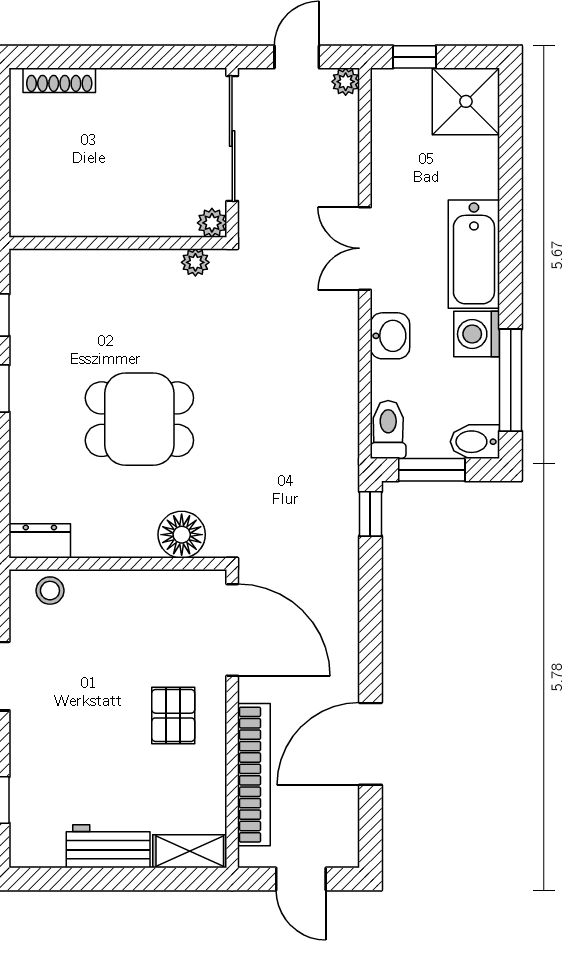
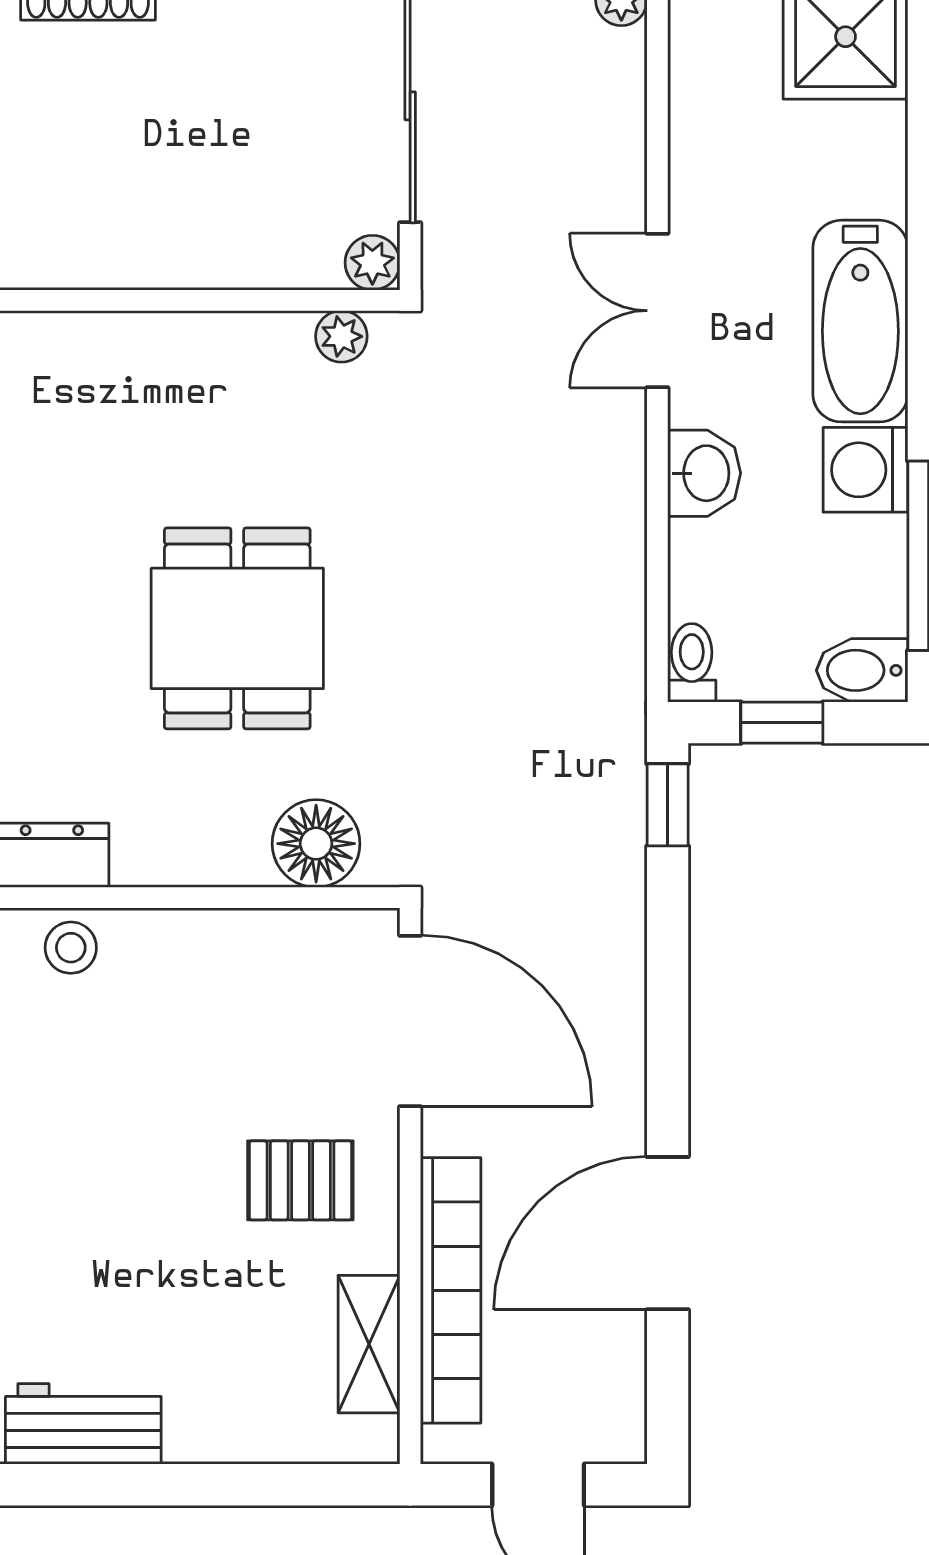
dining table: (139, 419) -> (237, 628), turned 90
toilet: (388, 429) -> (692, 663), width x0.73, depth x0.72
window: (432, 470) -> (782, 723), width x0.67
pallet: (173, 716) -> (300, 1180), turned 90
workbench: (108, 846) -> (83, 1424), moved
shelving: (190, 851) -> (369, 1344), moved, turned 90

